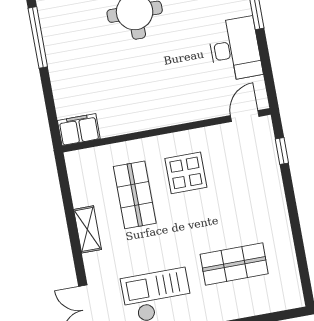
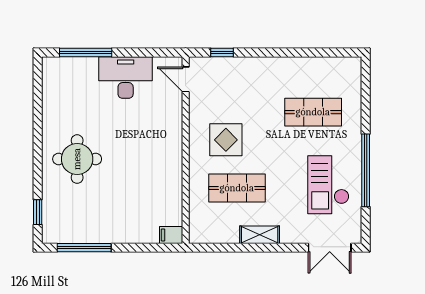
filing cabinet: (79, 130) -> (171, 235), width x0.50
shop shelf: (234, 264) -> (313, 112), turned 90

